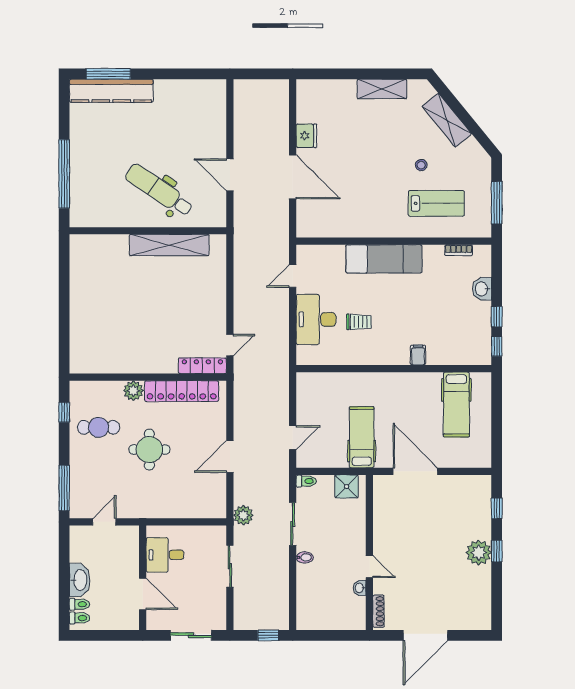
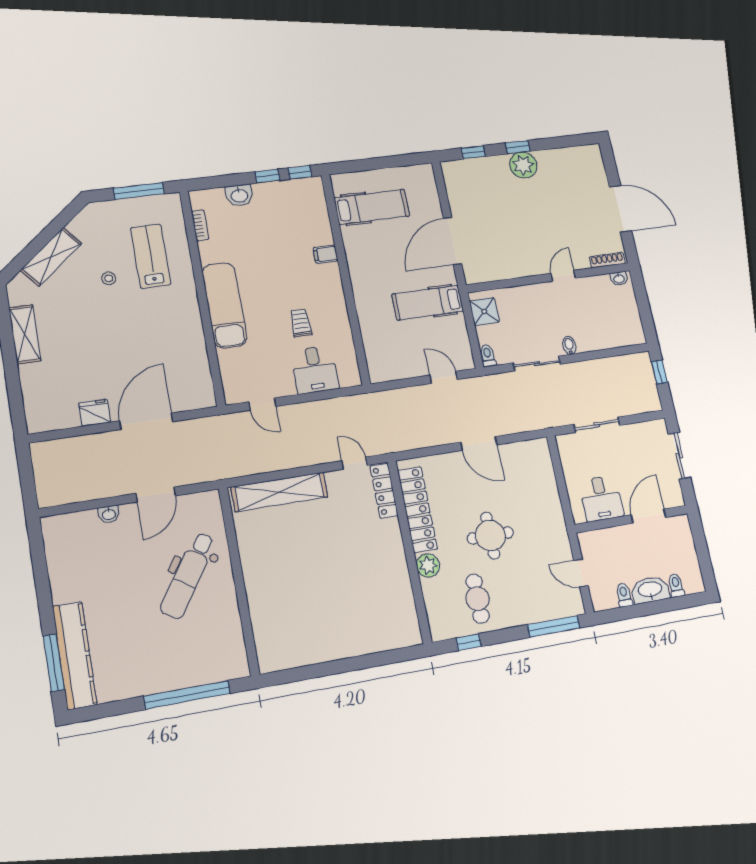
washbasin: (220, 135) -> (109, 514), added
shelving: (169, 245) -> (280, 492), moved, turned 90
desk: (316, 319) -> (315, 370), width x0.73
plant: (243, 515) -> (539, 419), removed
washbasin: (360, 588) -> (619, 279), moved
toilet: (80, 618) -> (624, 595), moved

